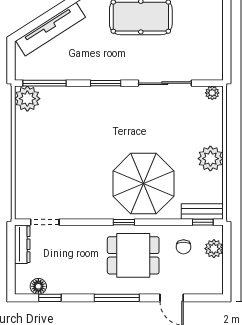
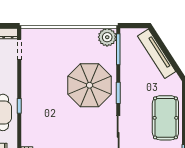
parasol: (143, 184) -> (90, 85), moved

